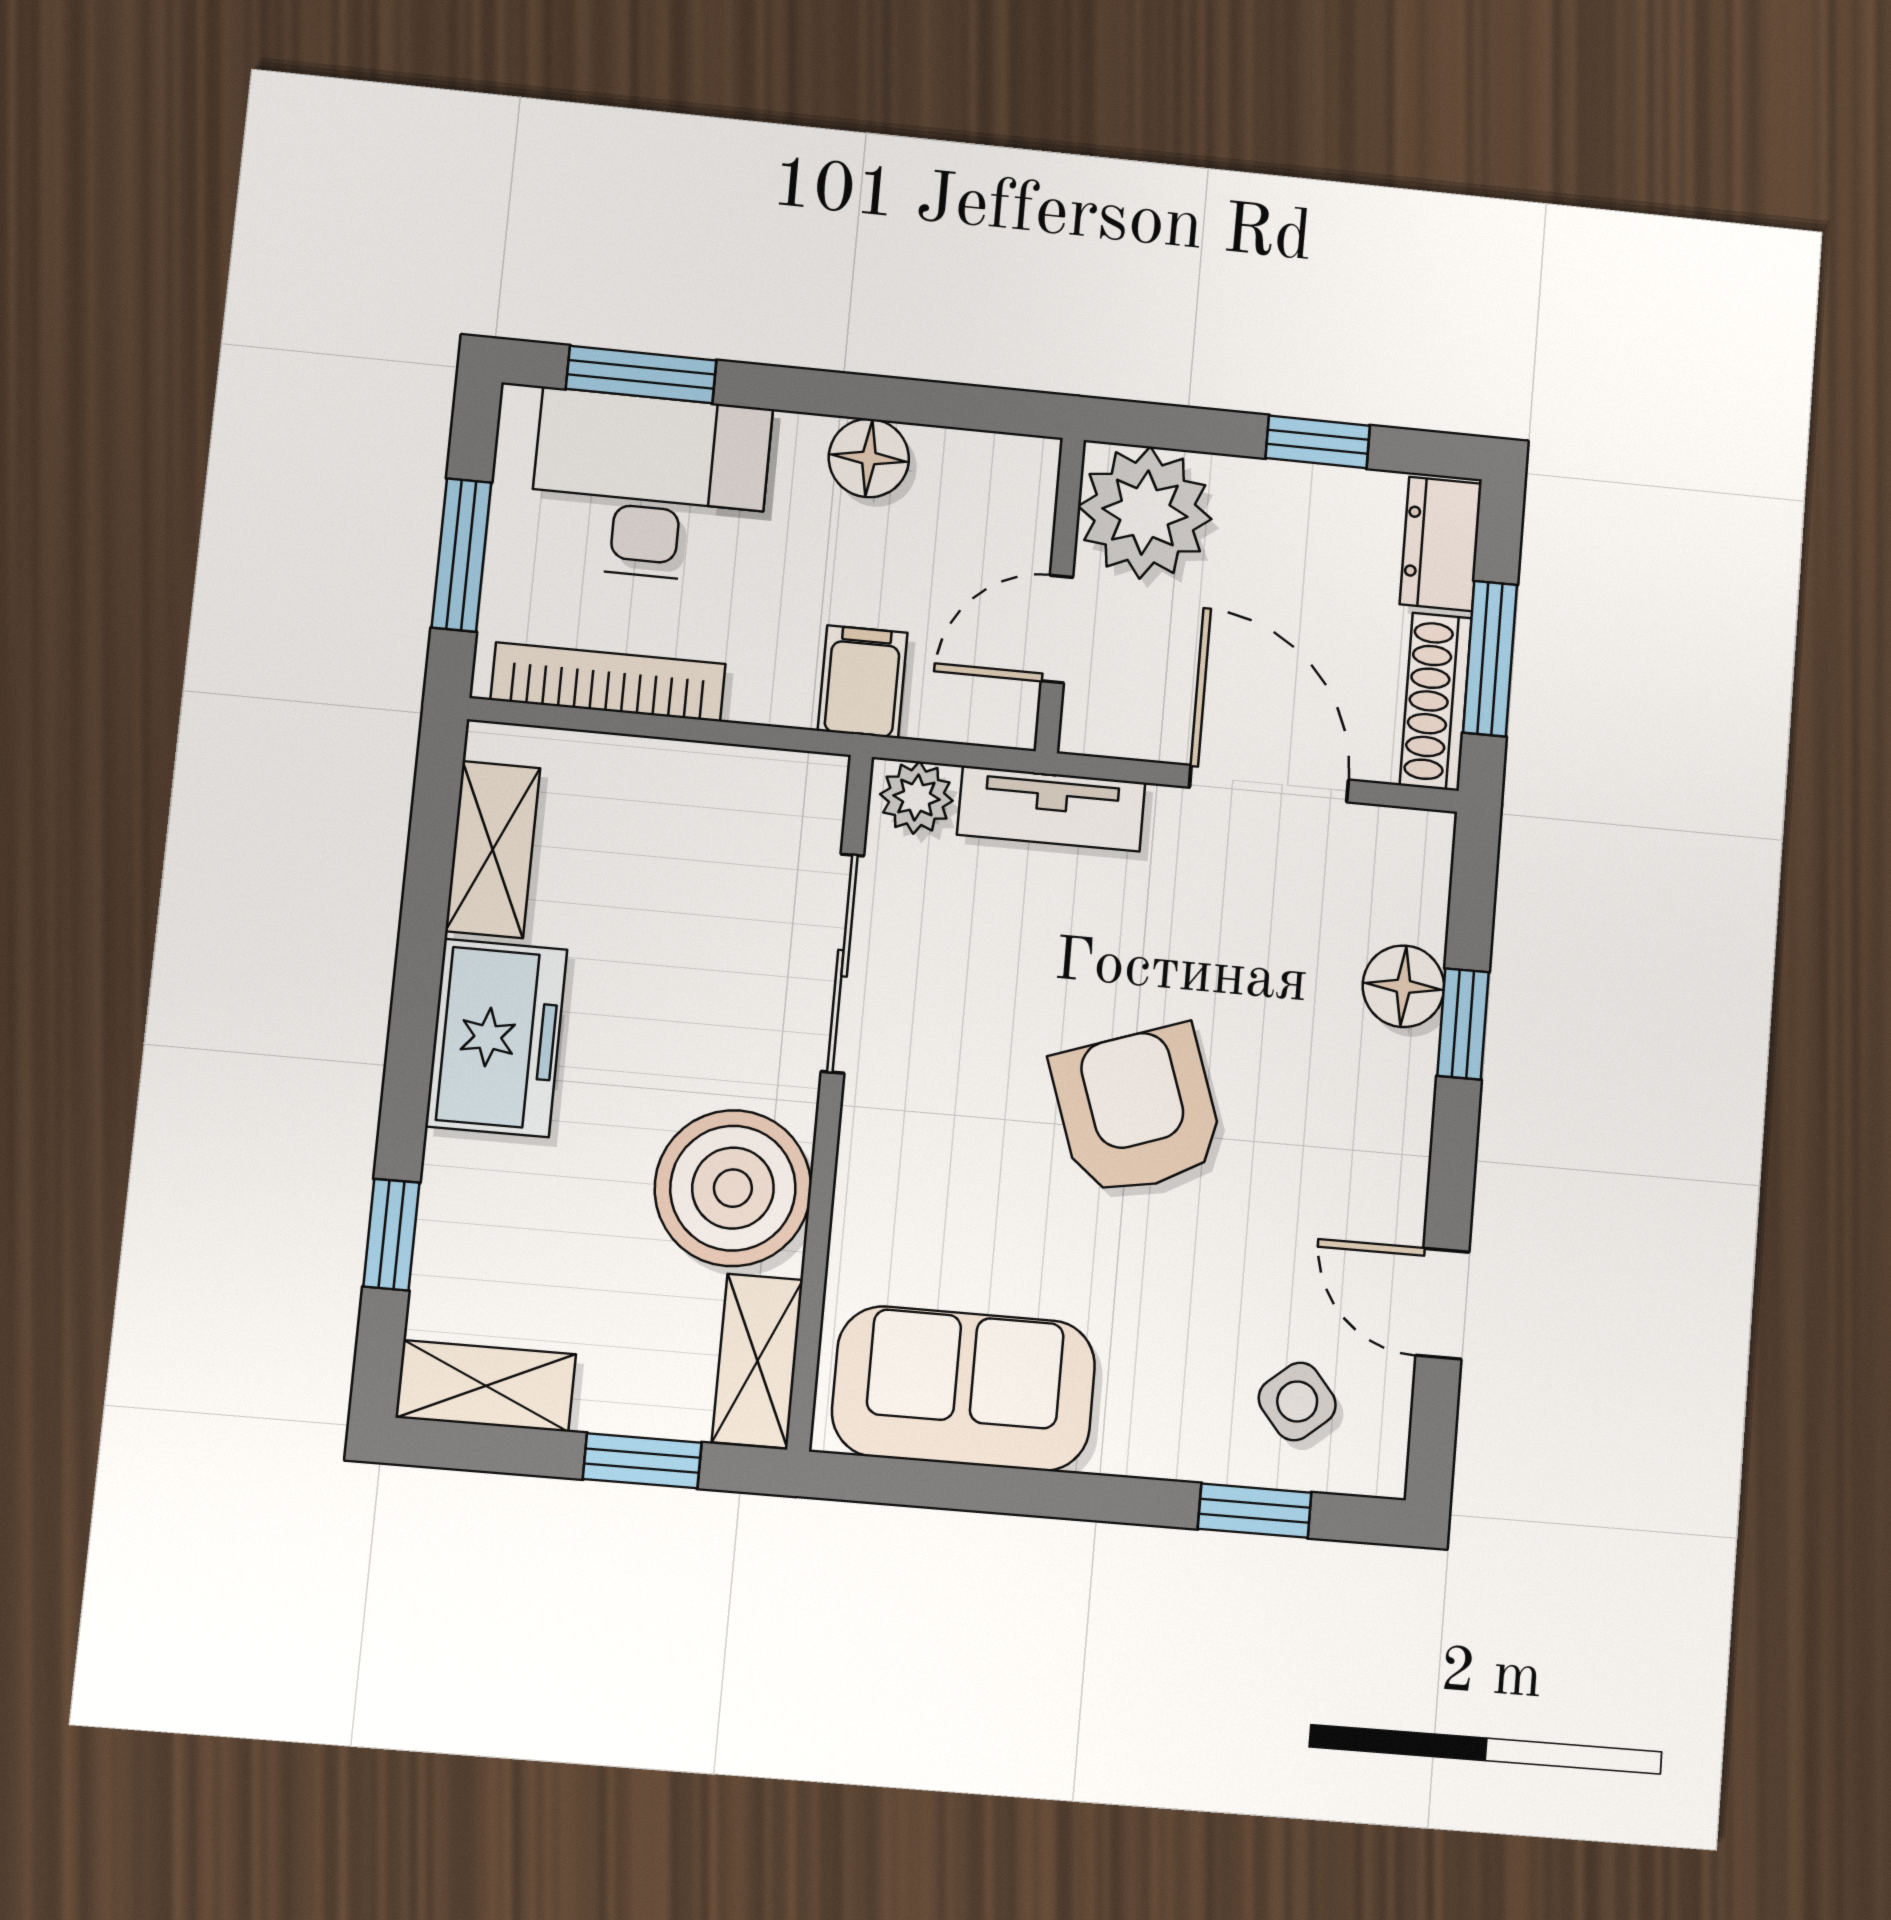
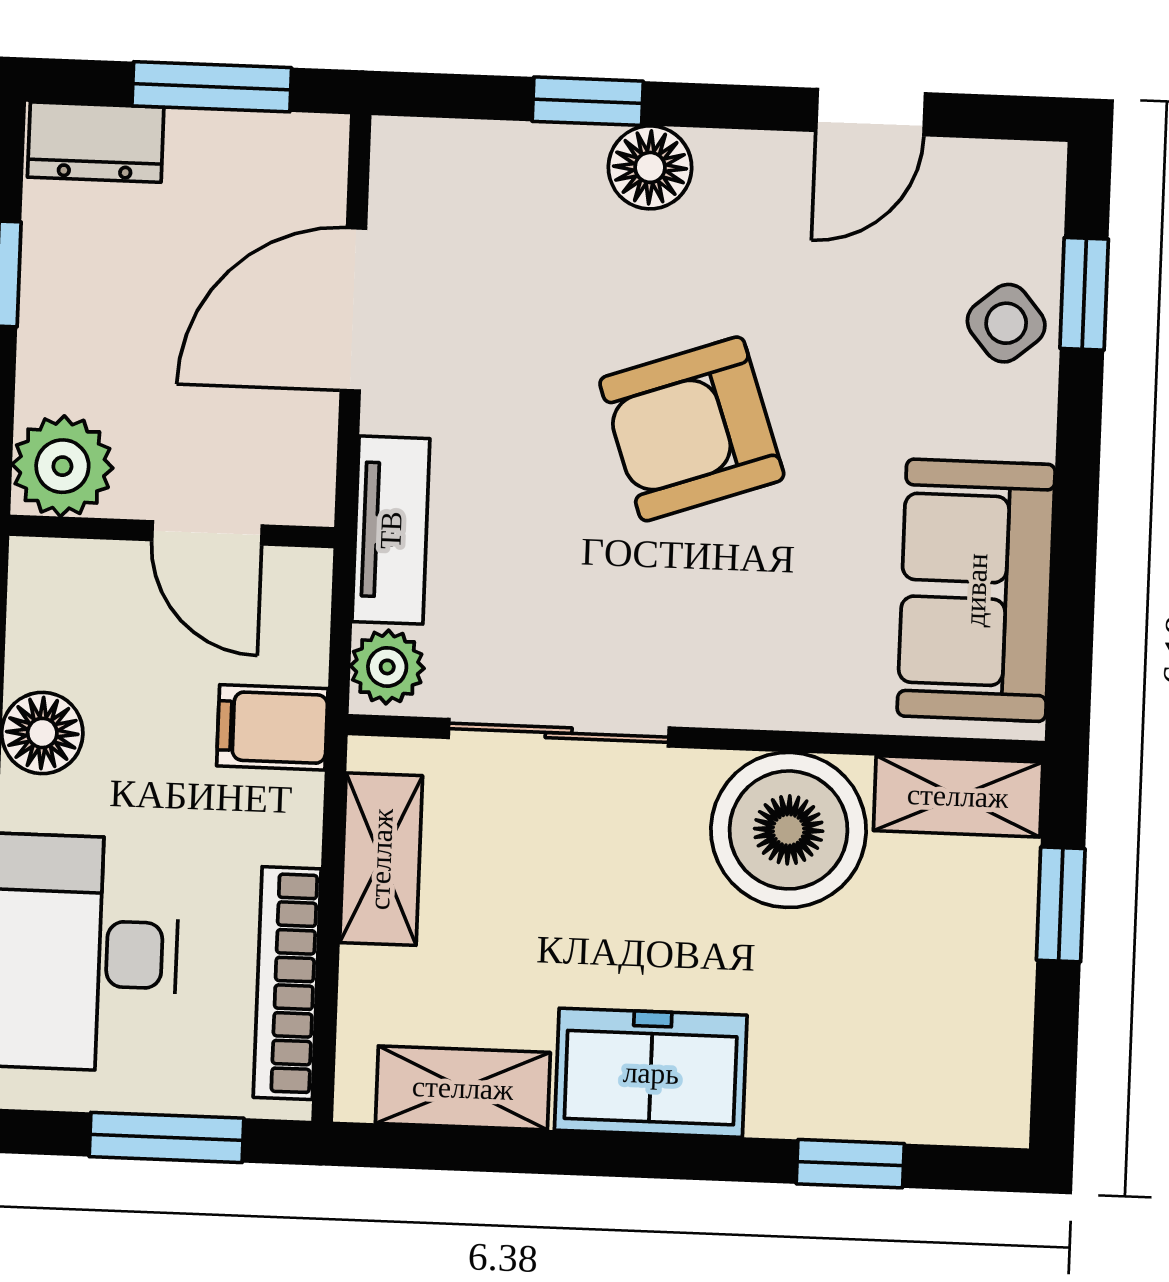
plant: (1145, 513) -> (62, 466), width x0.73, depth x0.73
shoe rack: (1436, 702) -> (259, 141), removed
floor lamp: (1403, 986) -> (650, 167), moved
shelving: (486, 1386) -> (381, 859), moved
side table: (1297, 1401) -> (1006, 323), moved

